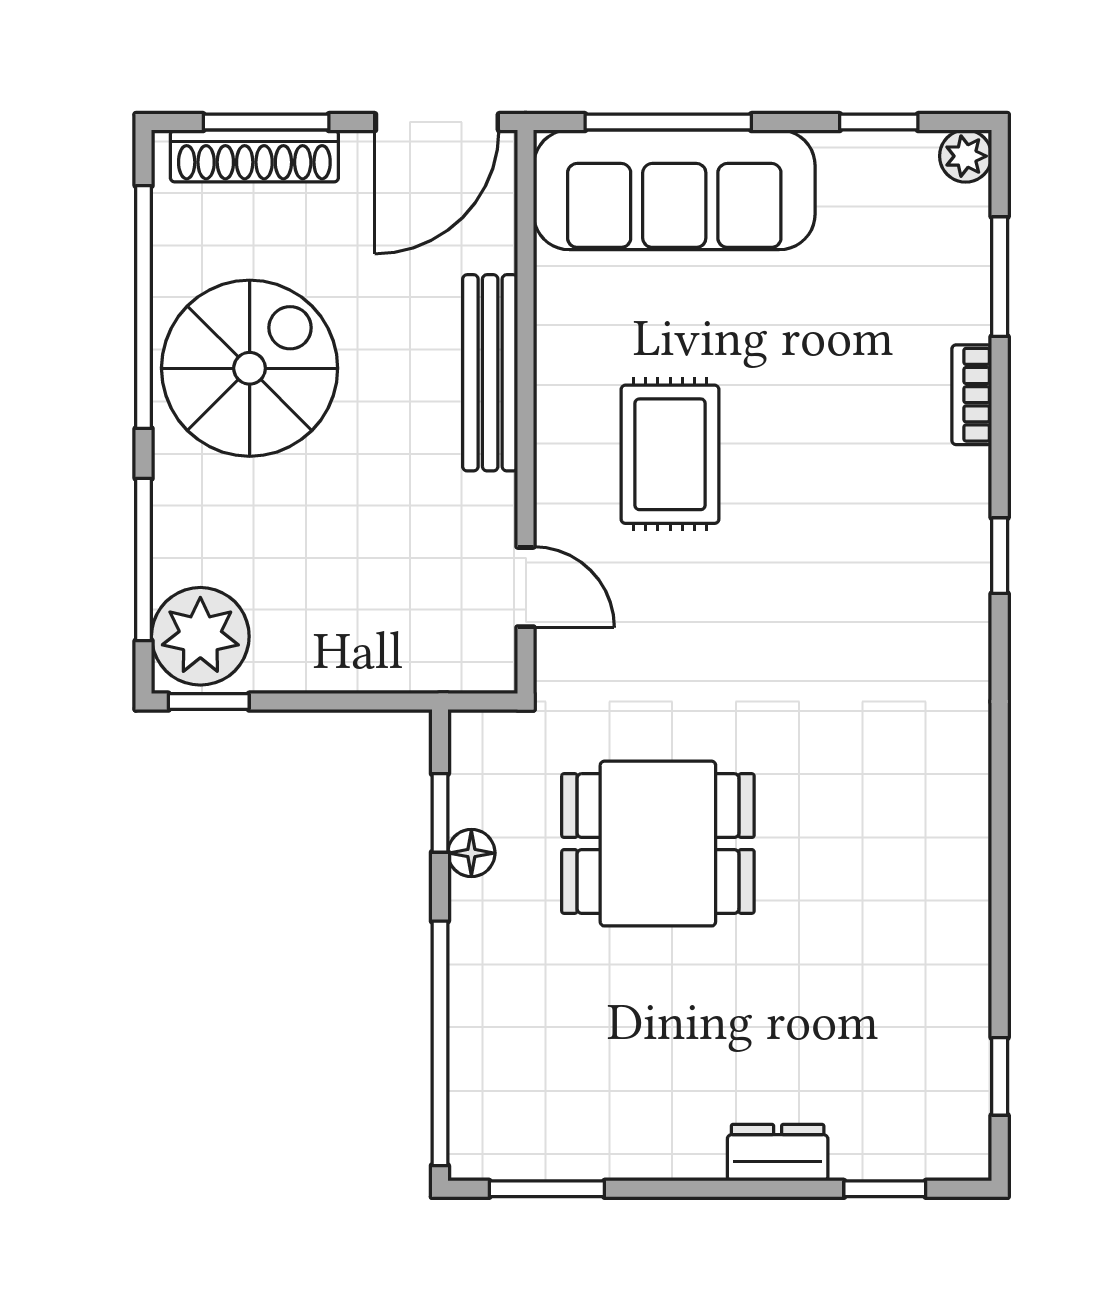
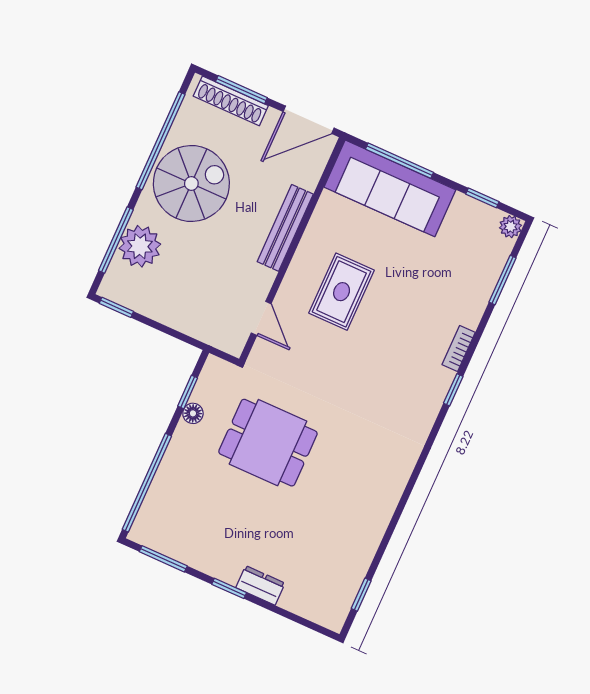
bookcase: (972, 395) -> (459, 349), moved
plant: (200, 636) -> (140, 246), moved
window: (885, 1189) -> (229, 588), moved

